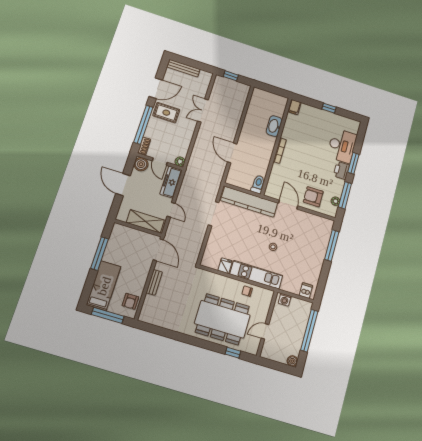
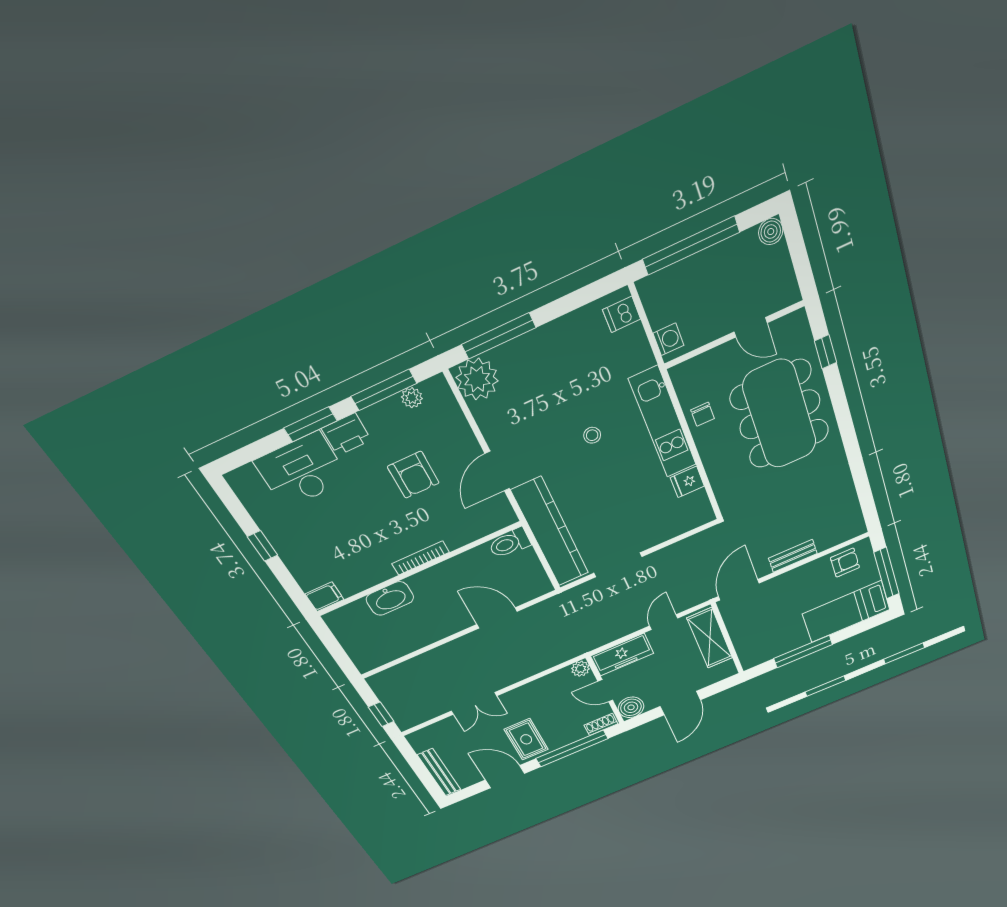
door: (232, 153) -> (497, 618), swing flipped
door: (160, 162) -> (605, 691), swing flipped
armchair: (313, 197) -> (413, 475), moved
plant: (324, 227) -> (477, 379), added

